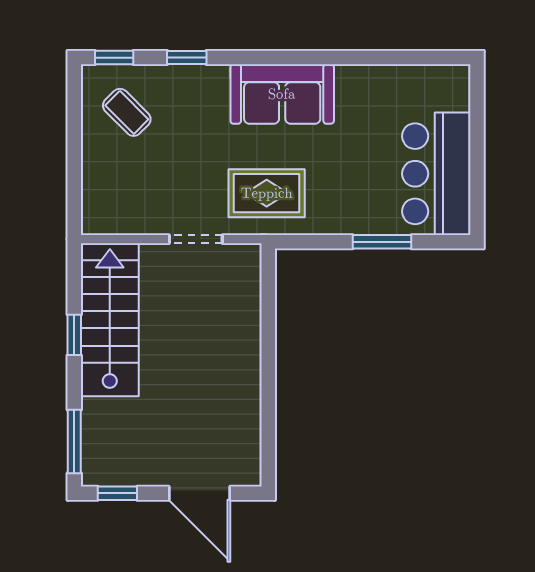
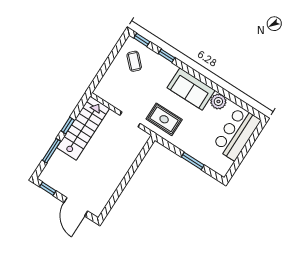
plant: (356, 84) -> (218, 101), added
bar counter: (436, 174) -> (237, 133), moved
window: (74, 441) -> (51, 151), moved

